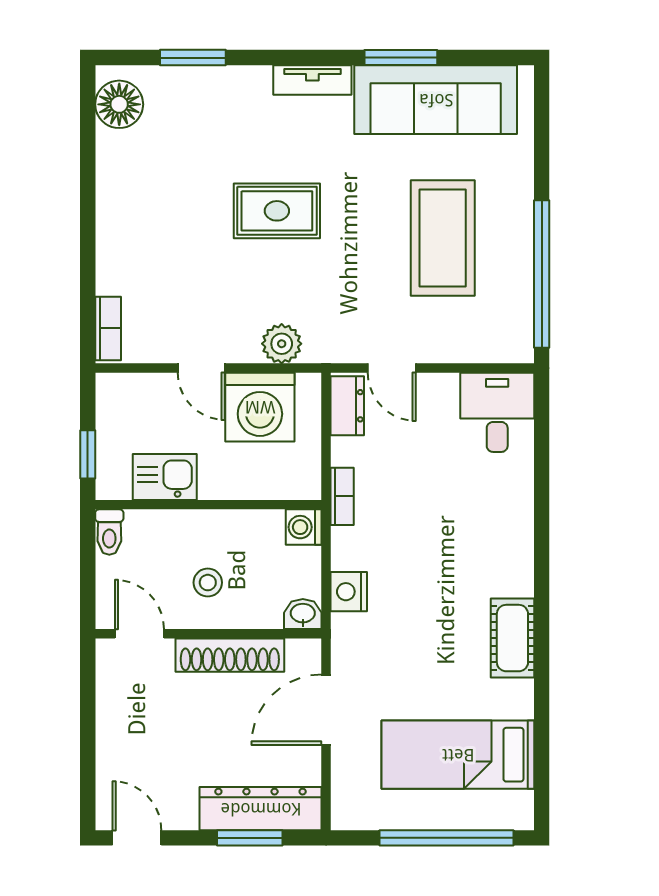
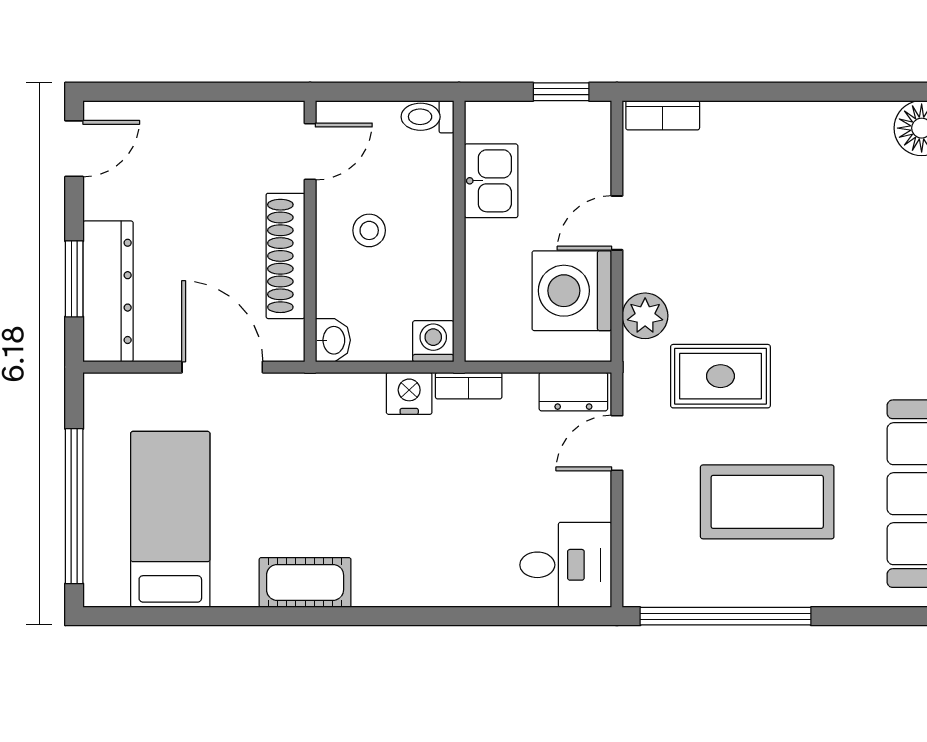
rug: (277, 211) -> (720, 376), moved, turned 90
window: (88, 454) -> (561, 92), moved
nightstand: (349, 592) -> (409, 393), moved

